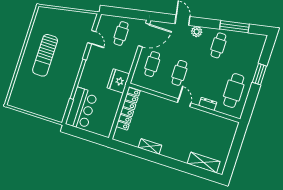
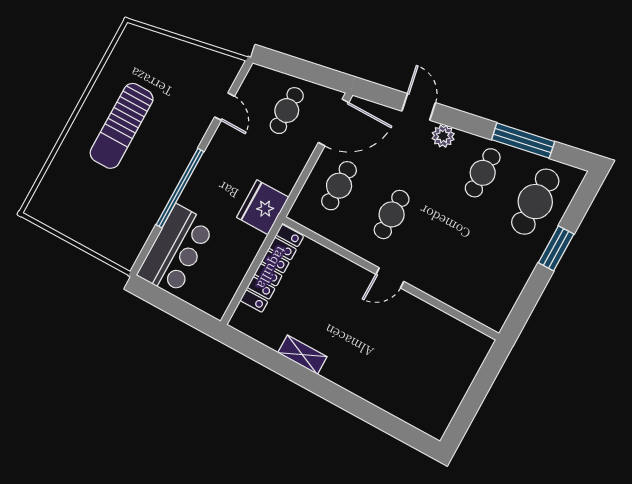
cafe table: (234, 91) -> (535, 202), moved
door: (184, 103) -> (390, 278), swing flipped
dresser: (208, 104) -> (438, 289), removed
shelving: (204, 163) -> (407, 409), removed

